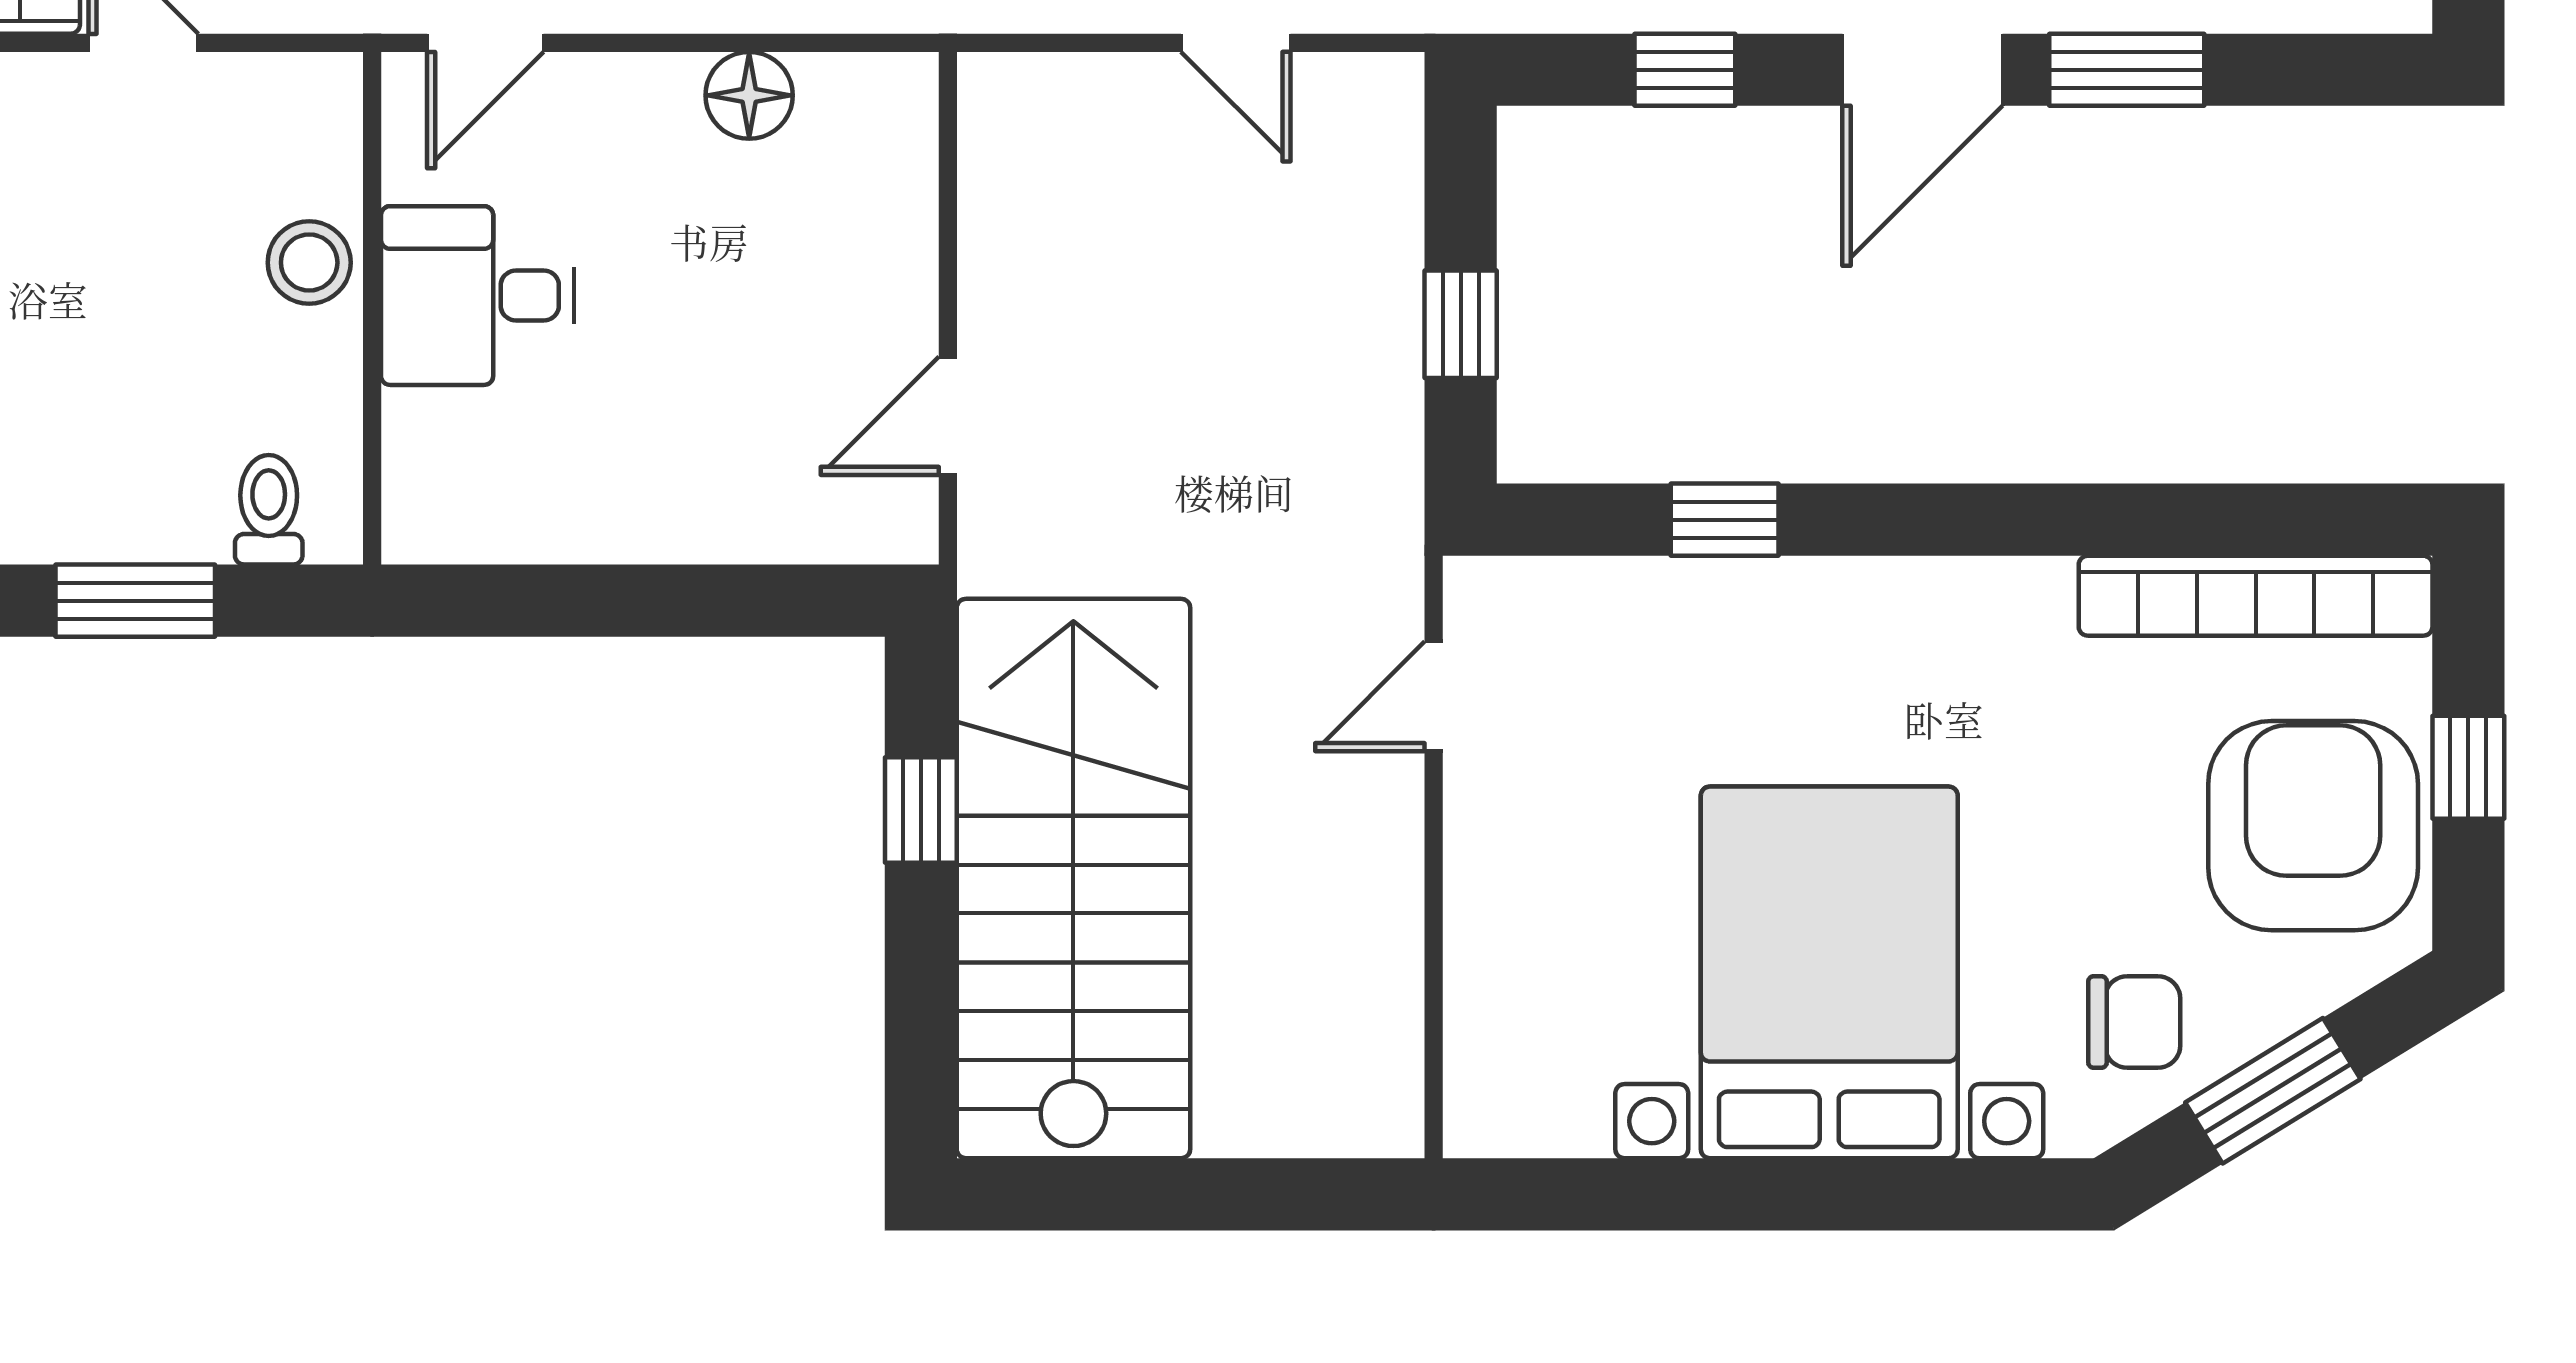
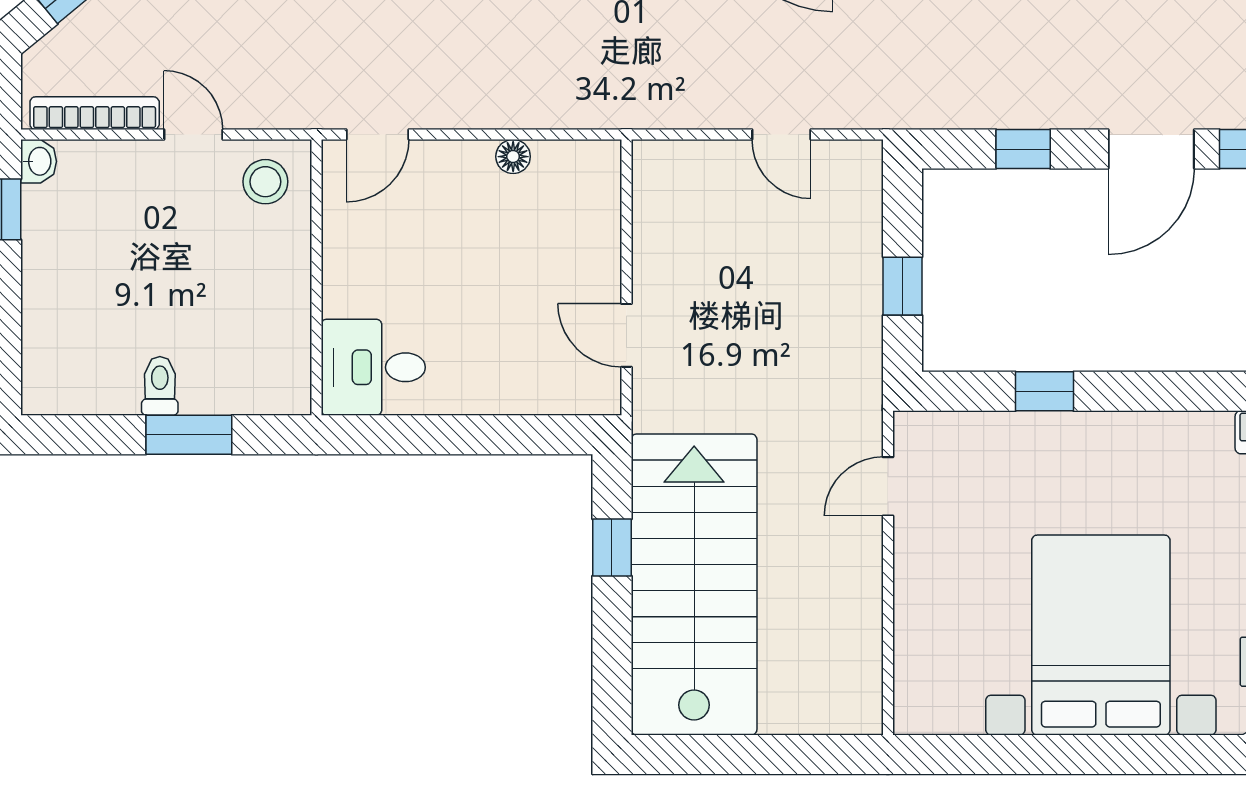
floor lamp: (749, 95) -> (513, 157), width x0.73, depth x0.73
stool: (309, 263) -> (265, 182), moved
desk: (478, 296) -> (373, 367), moved
door: (948, 416) -> (626, 335), hinge flipped
toilet: (269, 510) -> (160, 386), moved

